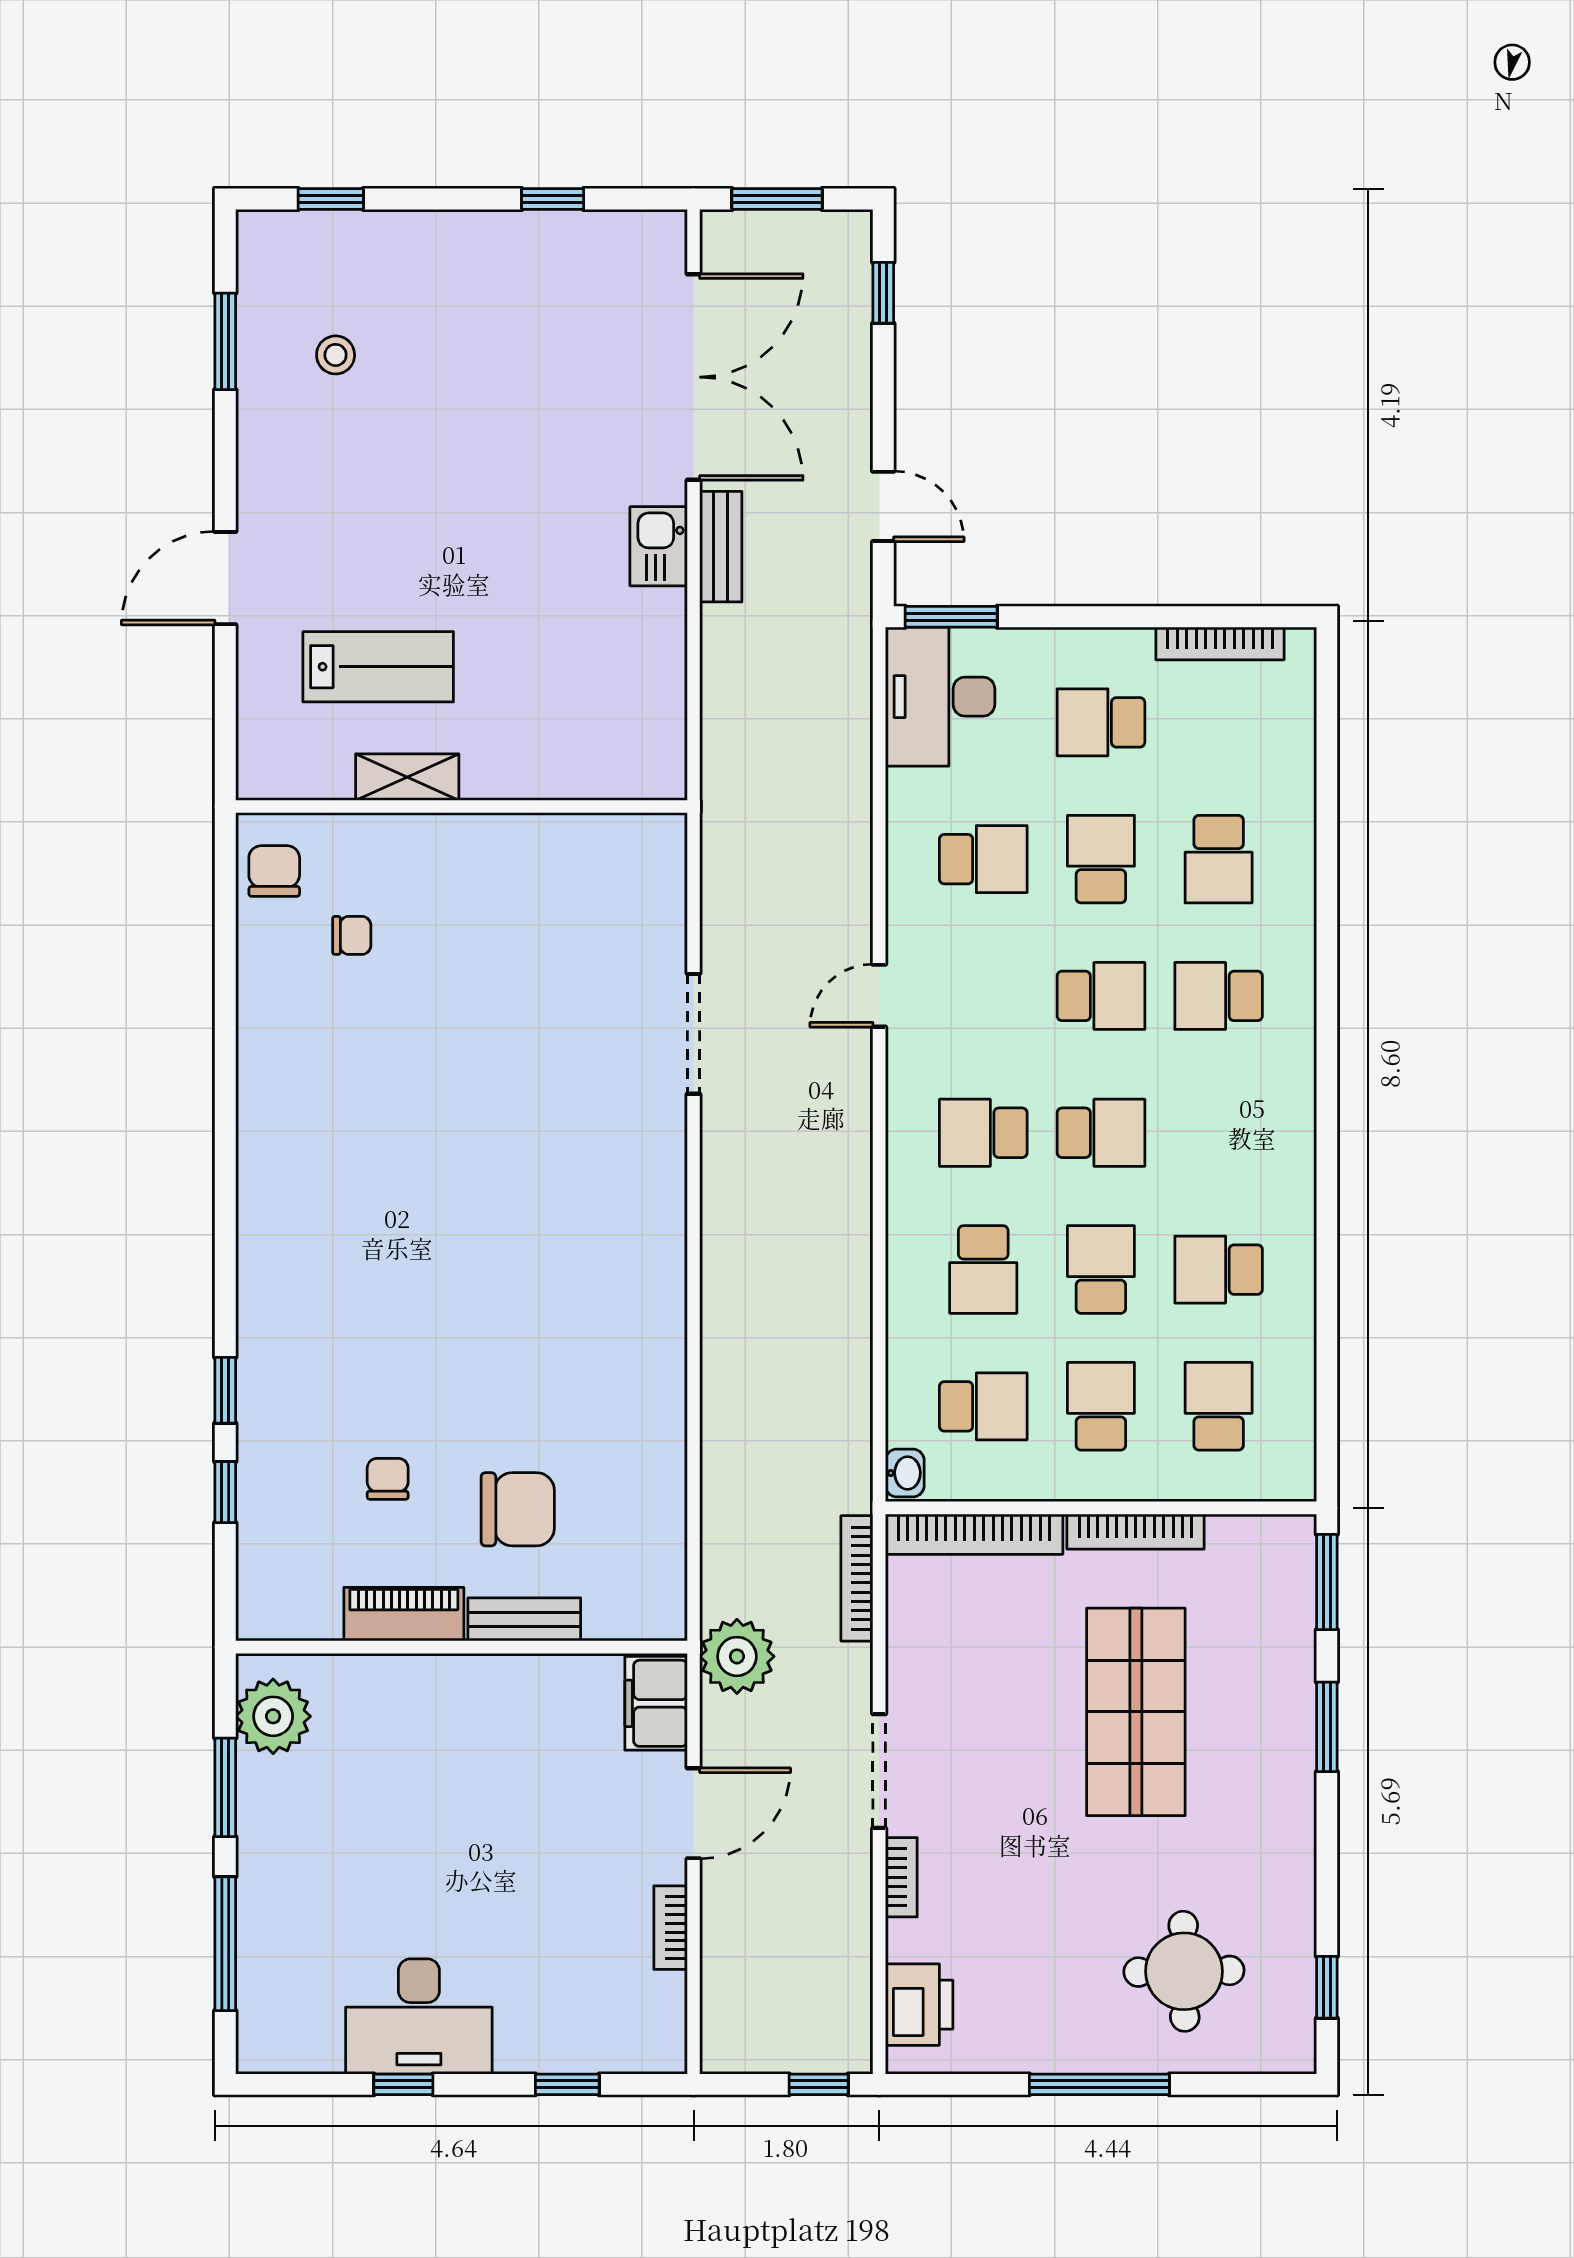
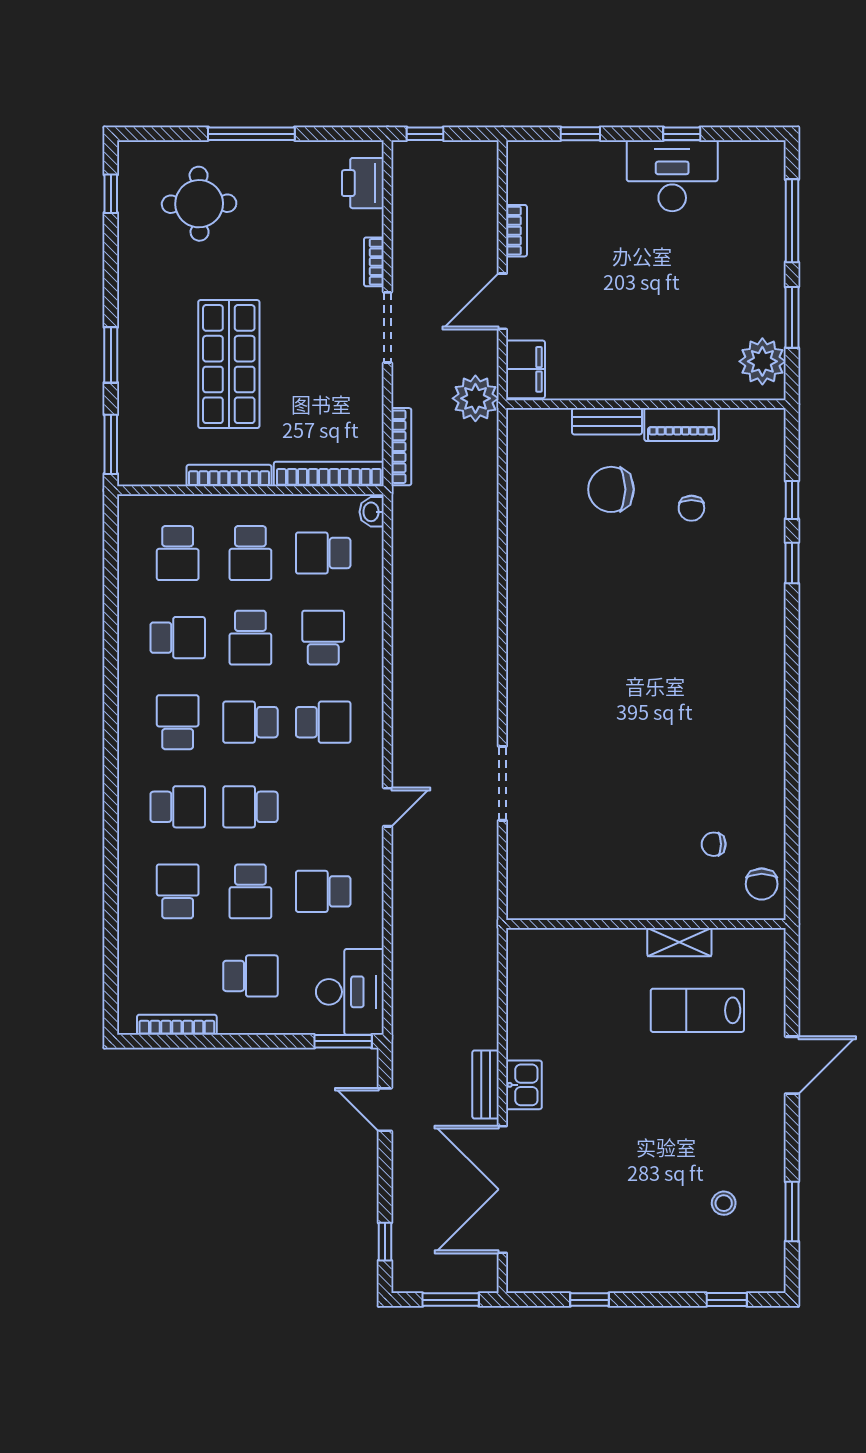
school desk: (1219, 1133) -> (178, 722), added

